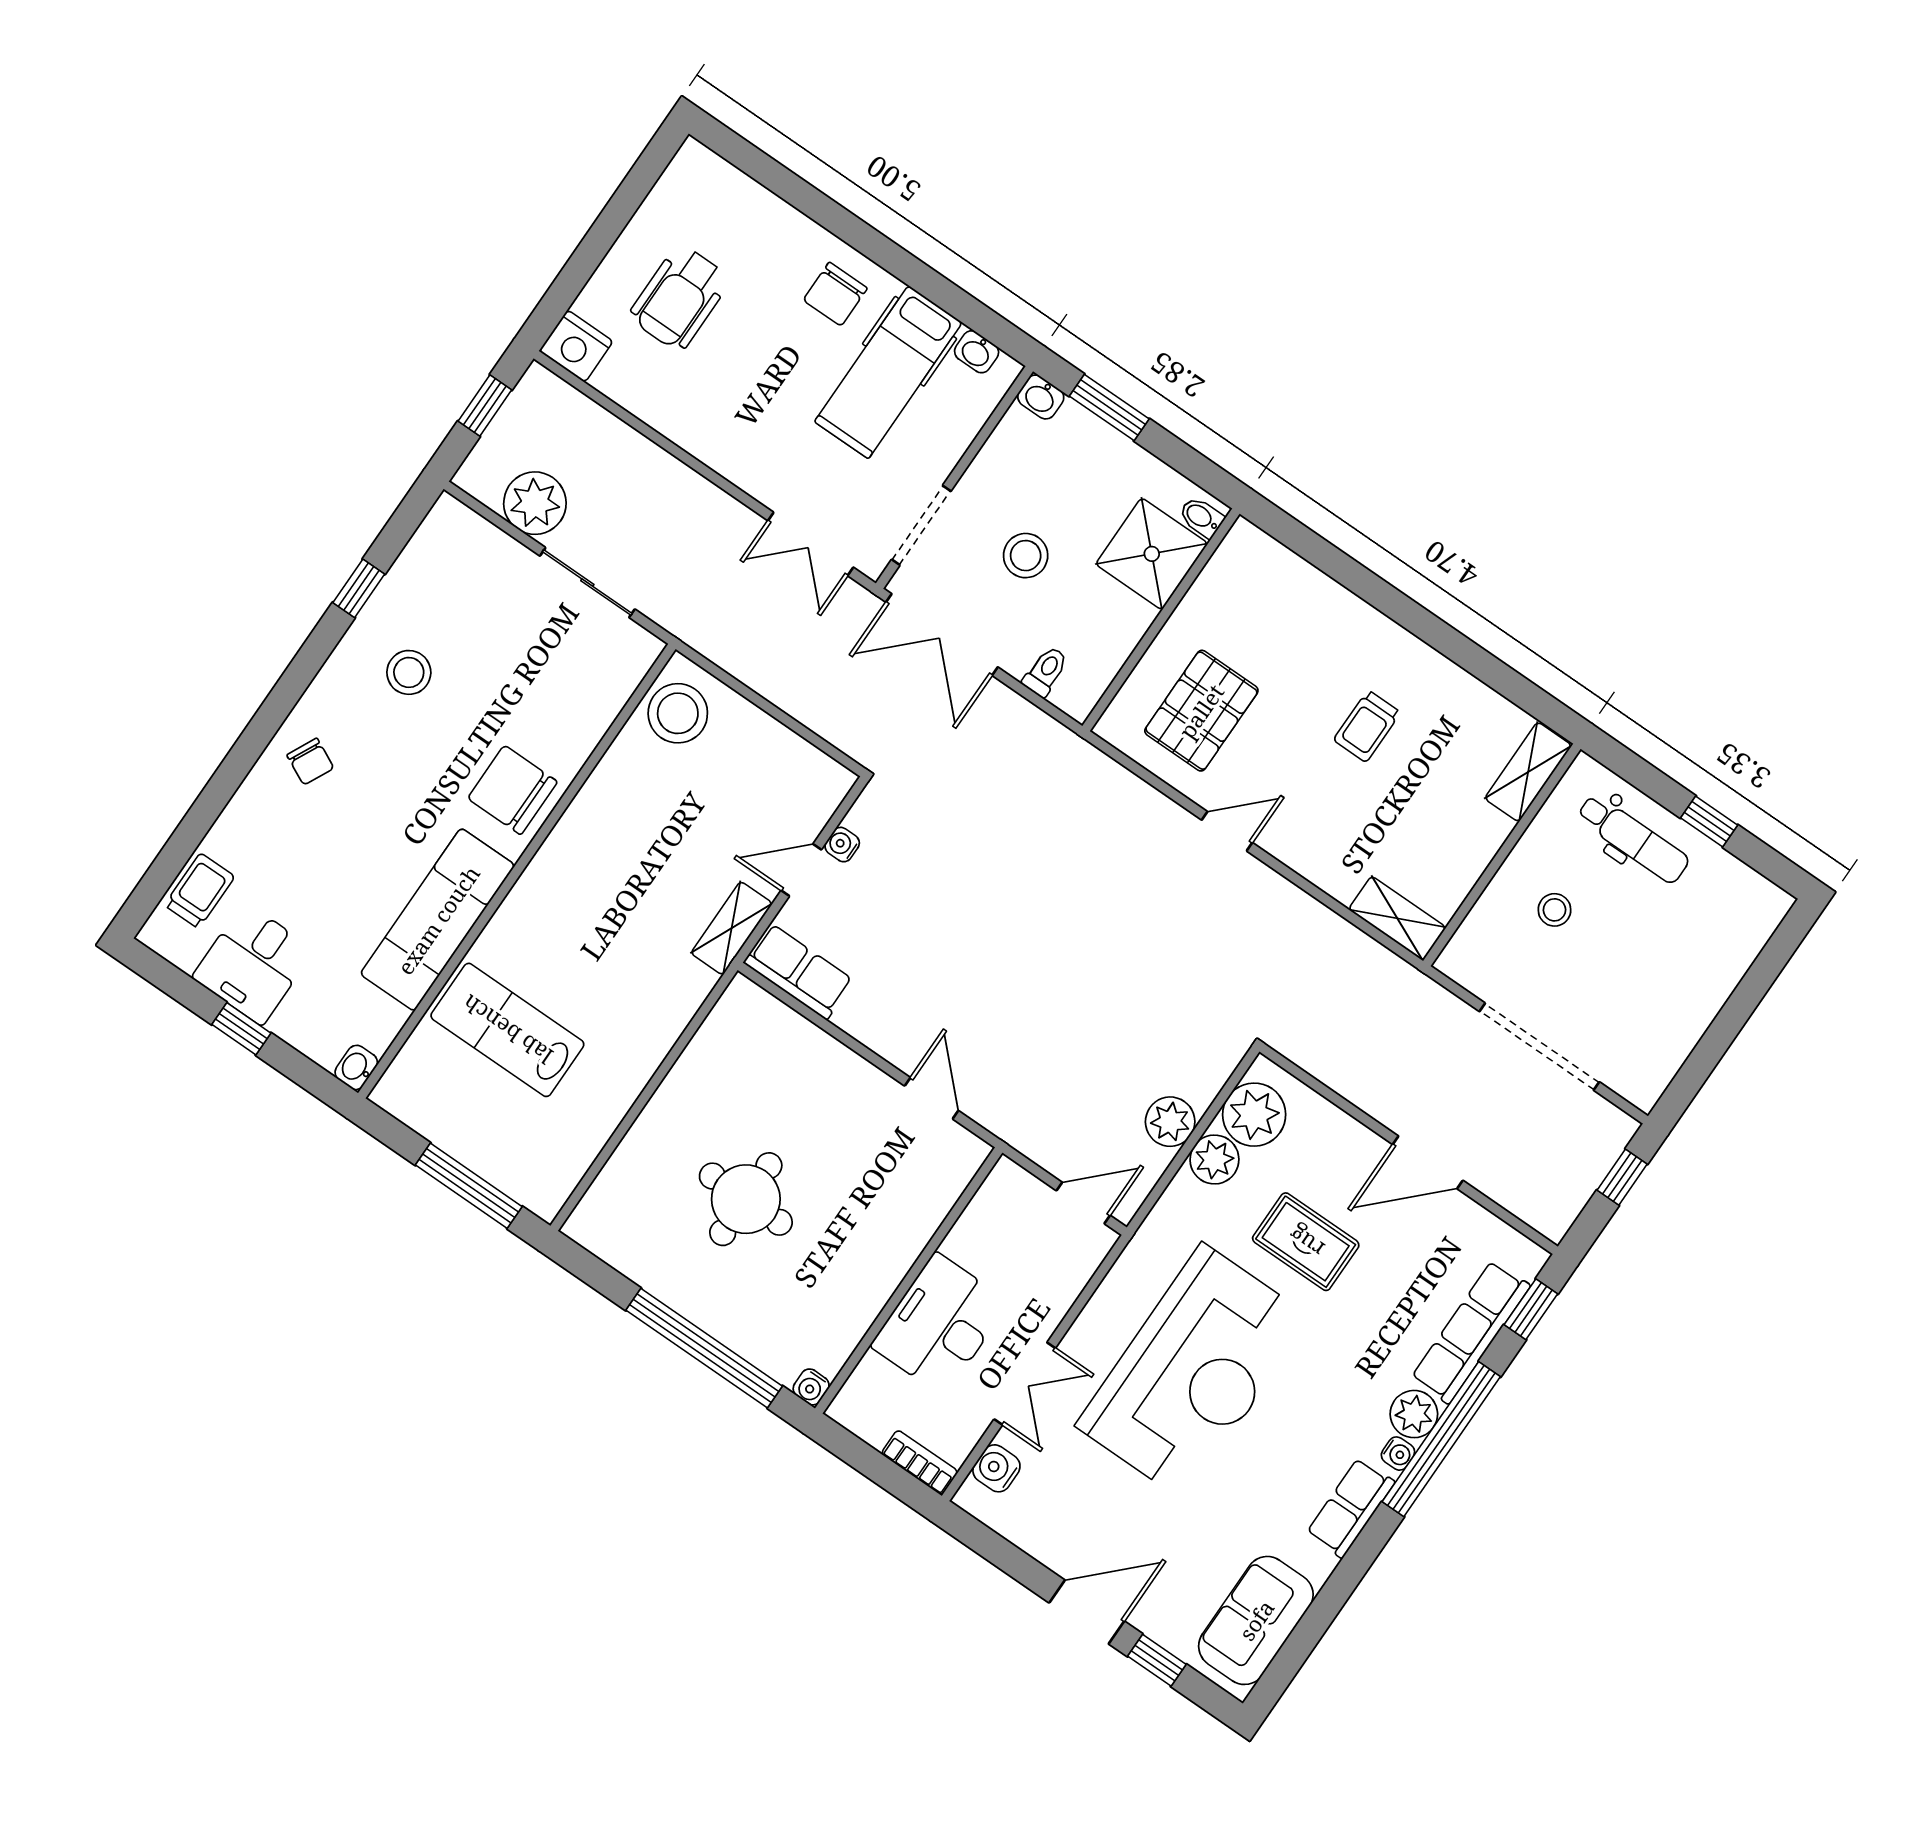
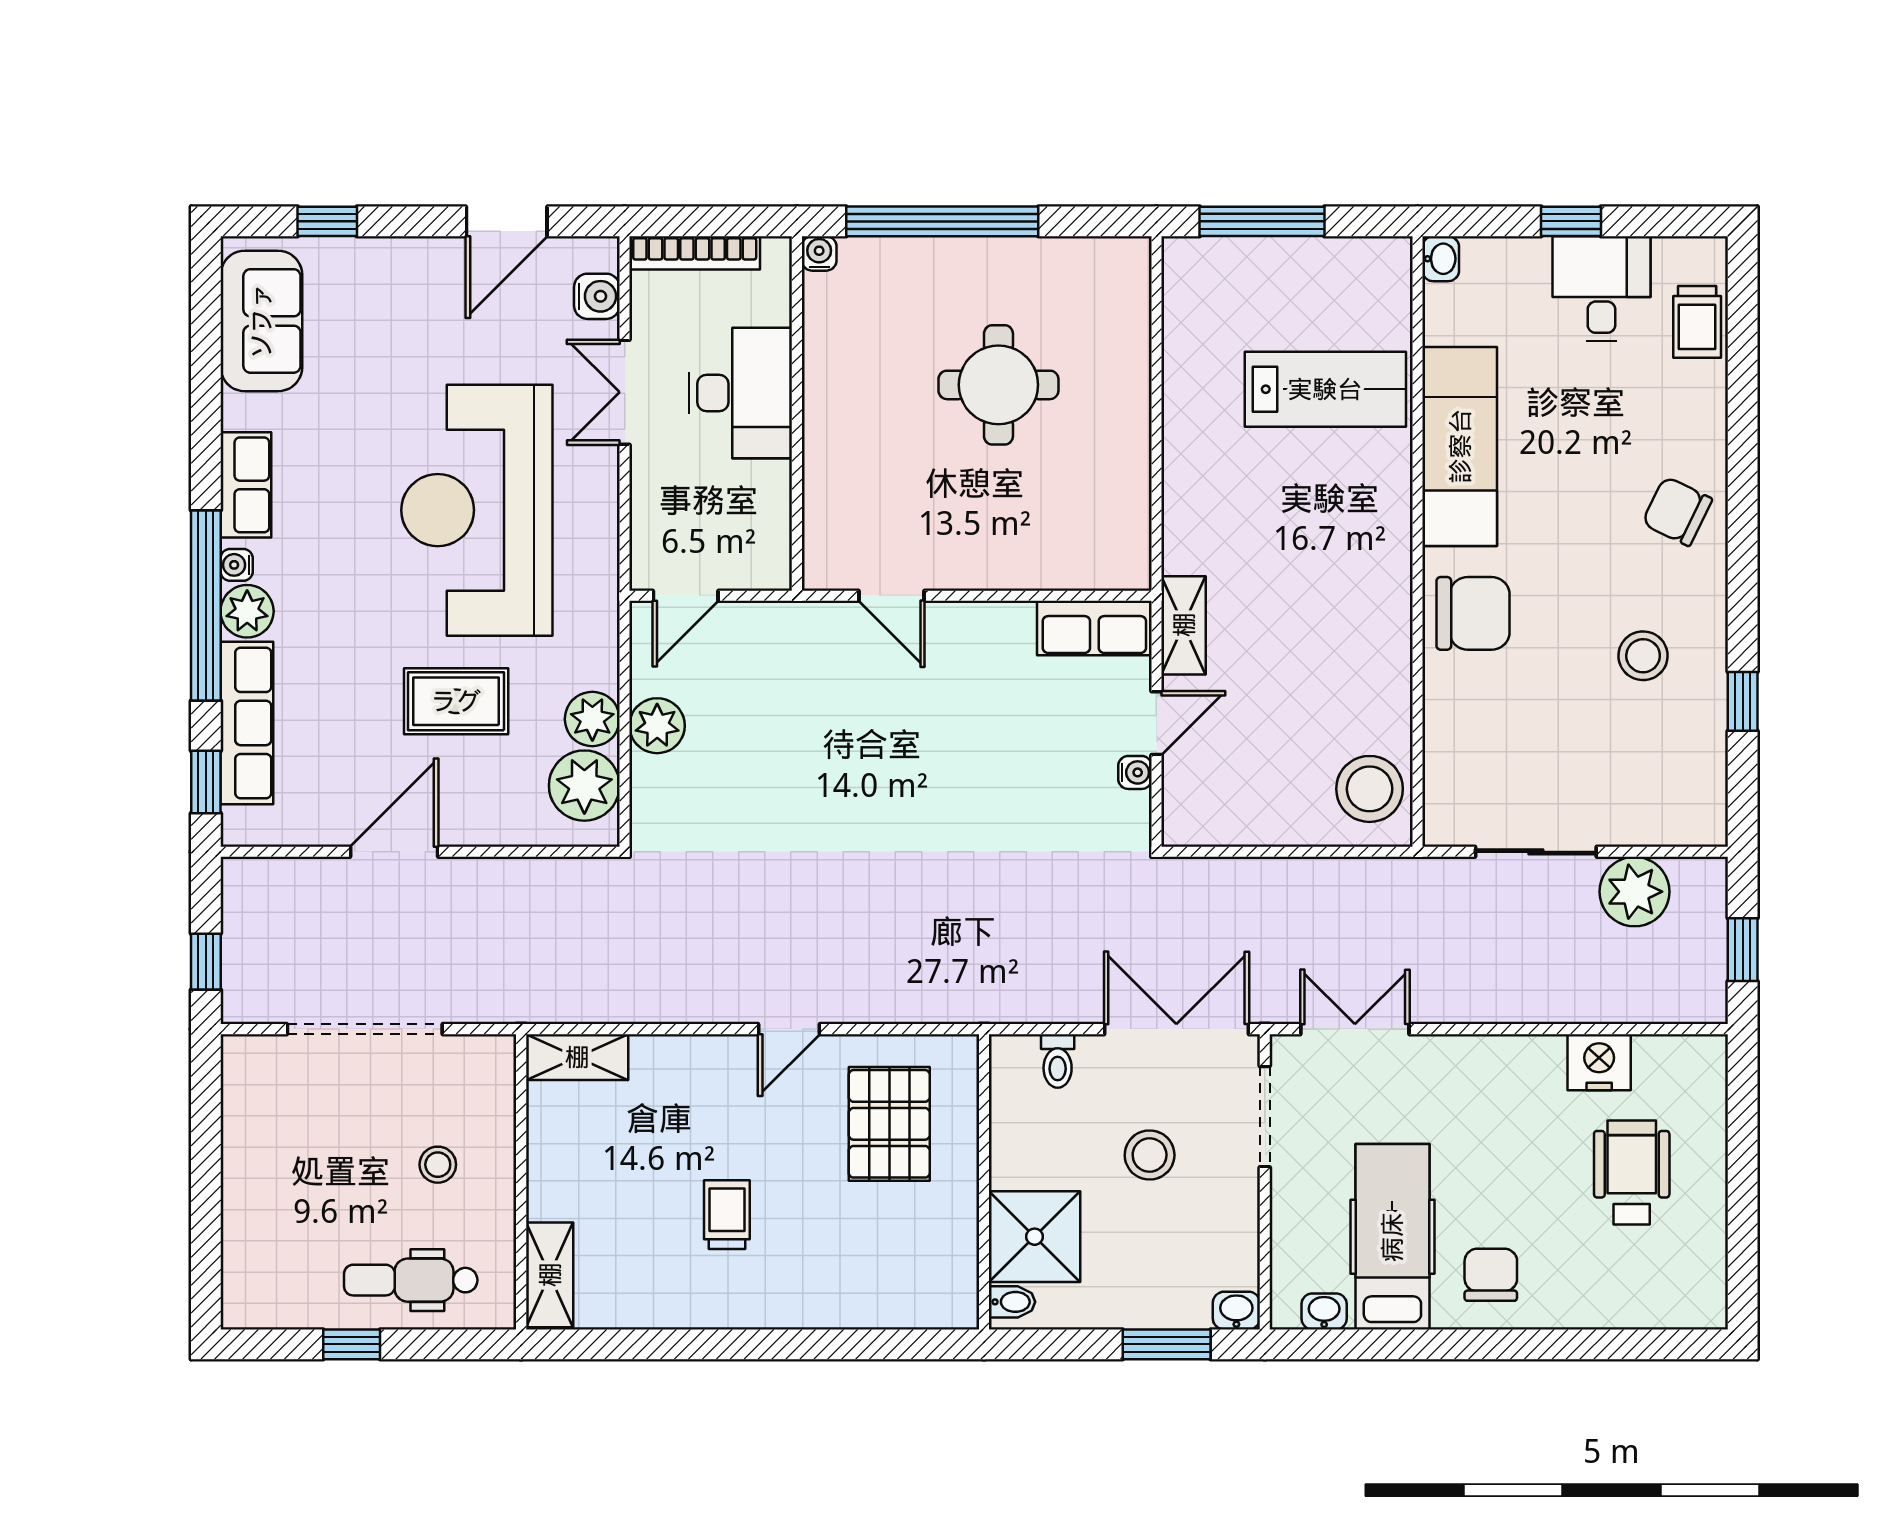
nightstand: (576, 346) -> (1599, 1062), moved
chair: (310, 762) -> (1677, 511), width x1.37, depth x1.37
bookcase: (920, 1463) -> (695, 253), width x1.56
door: (1087, 1612) -> (507, 221), moved

